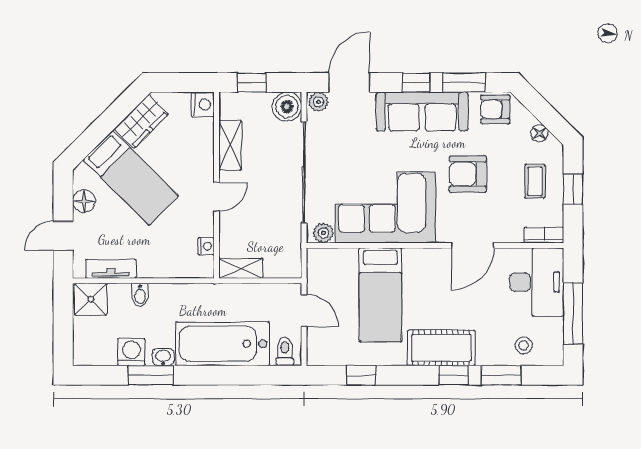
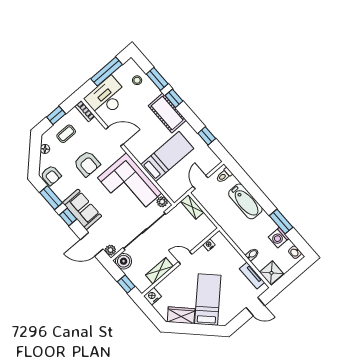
sofa: (422, 111) -> (82, 209), width x0.73
floor lamp: (84, 201) -> (234, 310), removed
shelving: (241, 269) -> (192, 207), moved
bathtub: (223, 344) -> (245, 201), width x0.73, depth x0.73
washbasin: (163, 357) -> (295, 252), moved

